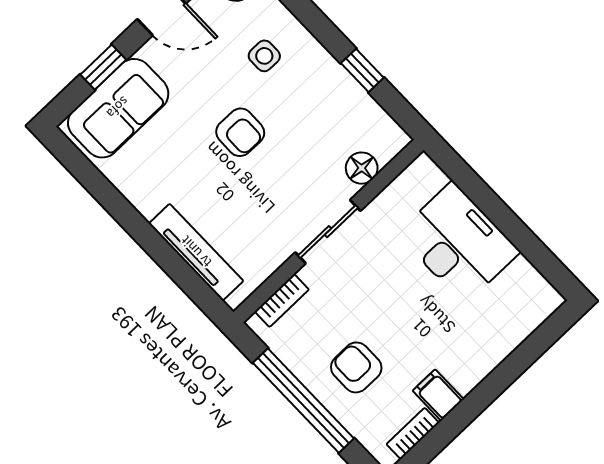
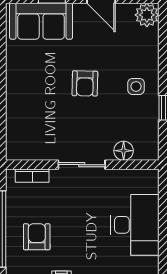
side table: (264, 56) -> (136, 86), moved
tv unit: (196, 252) -> (15, 118), removed

